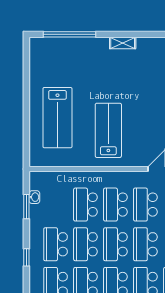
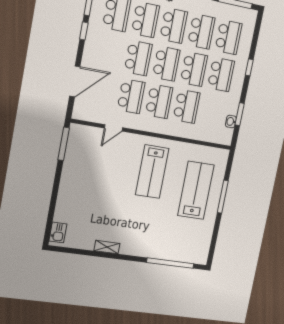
shelving: (123, 43) -> (107, 247), moved
window: (26, 115) -> (223, 197), added

